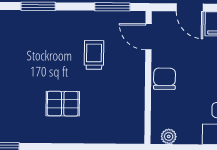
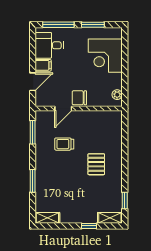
door: (148, 37) -> (63, 108), moved

